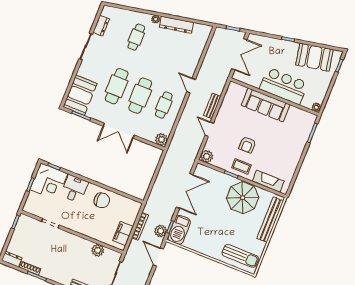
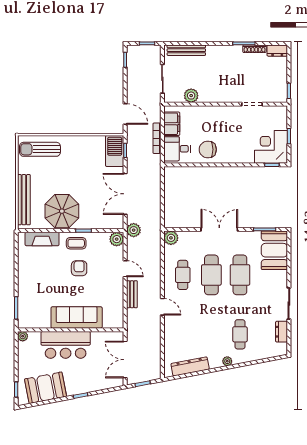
dresser: (176, 25) -> (190, 366), moved
desk: (74, 189) -> (177, 149), moved, turned 90
plant: (161, 231) -> (134, 230), moved

